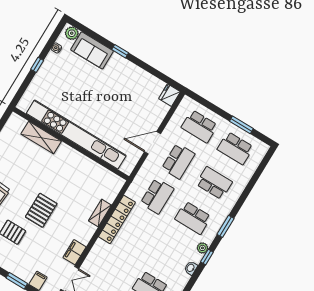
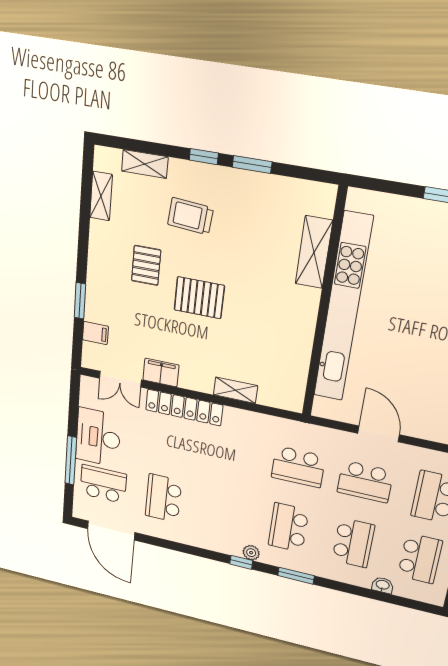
school desk: (235, 148) -> (420, 558), turned 180
locker: (117, 219) -> (184, 407), moved
washbasin: (191, 268) -> (383, 585), moved

